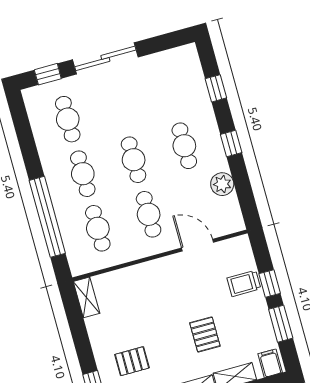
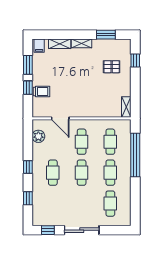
window: (48, 74) -> (48, 230), moved
plant: (222, 184) -> (38, 136), moved
pallet: (205, 334) -> (69, 70), removed

